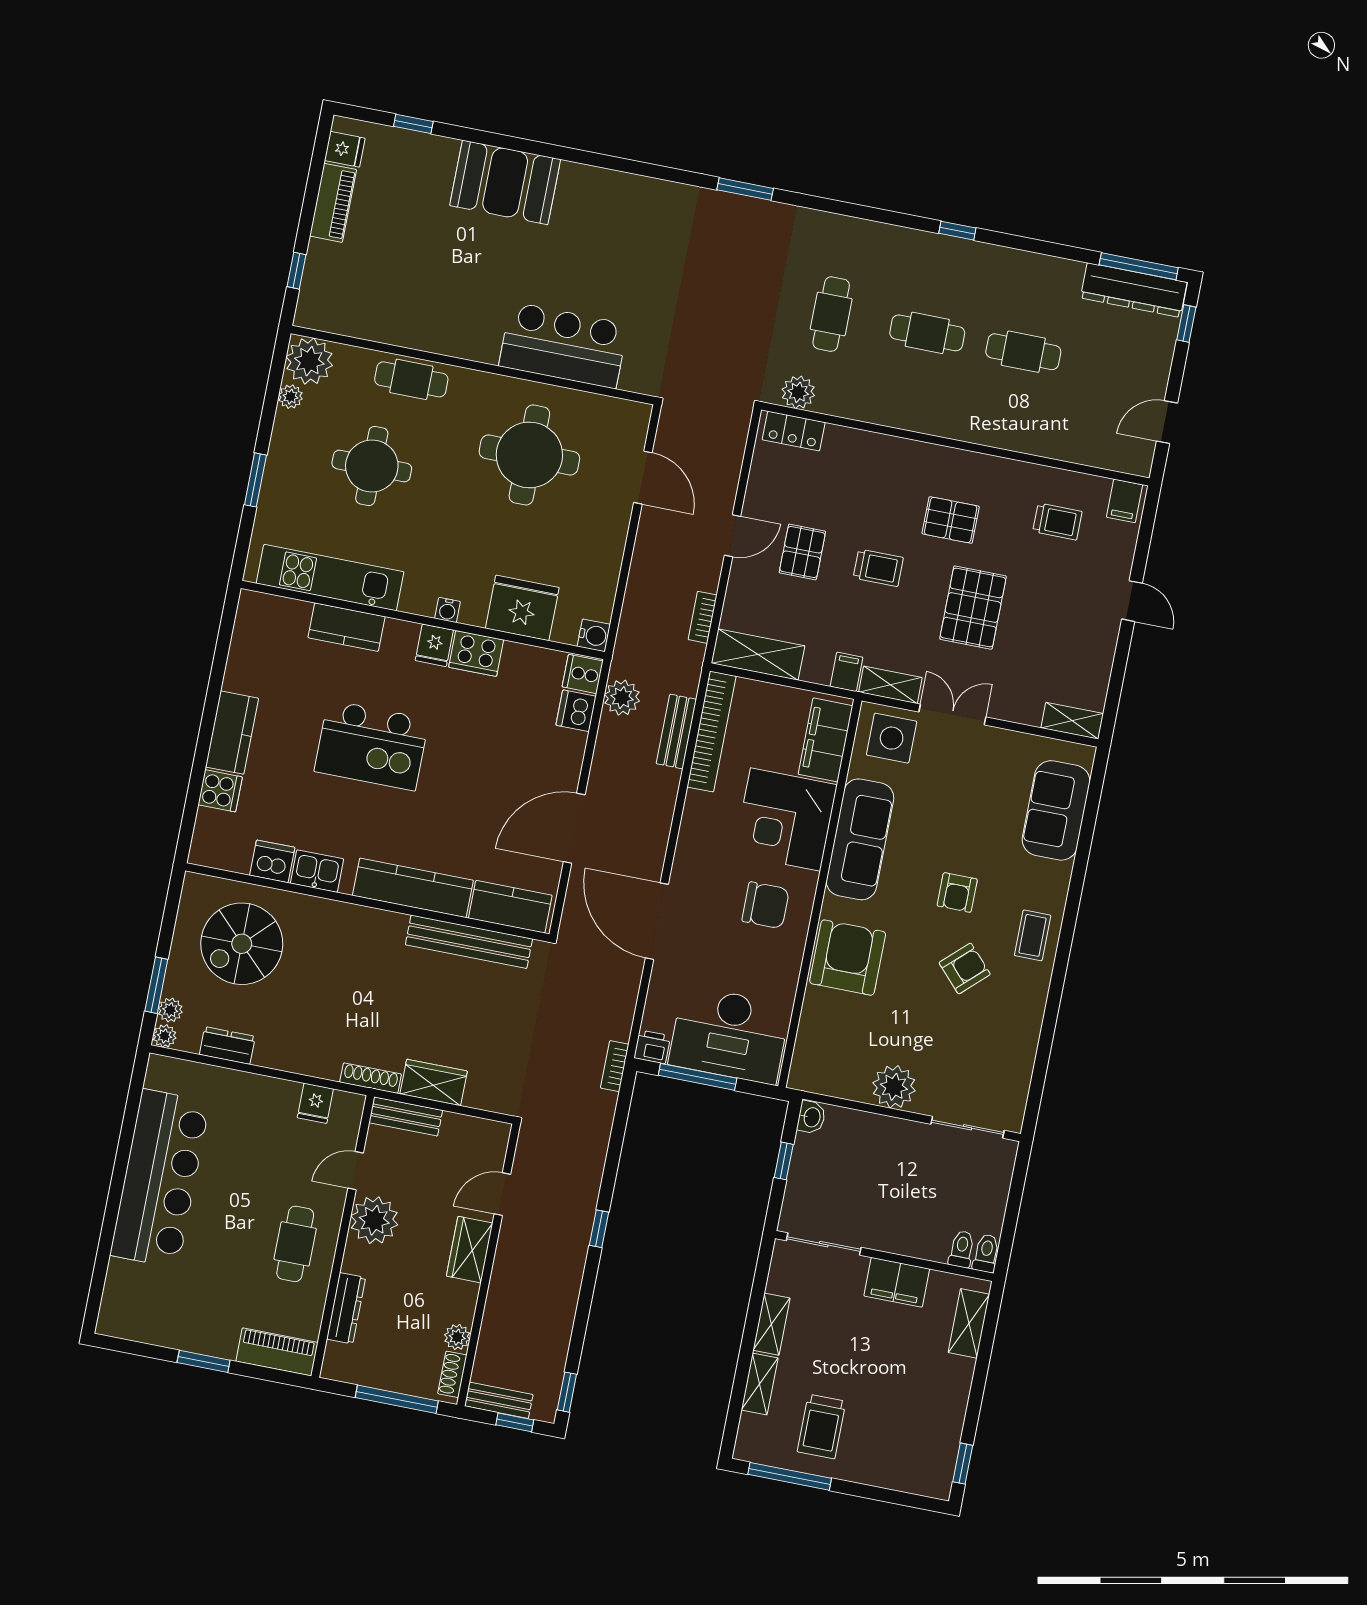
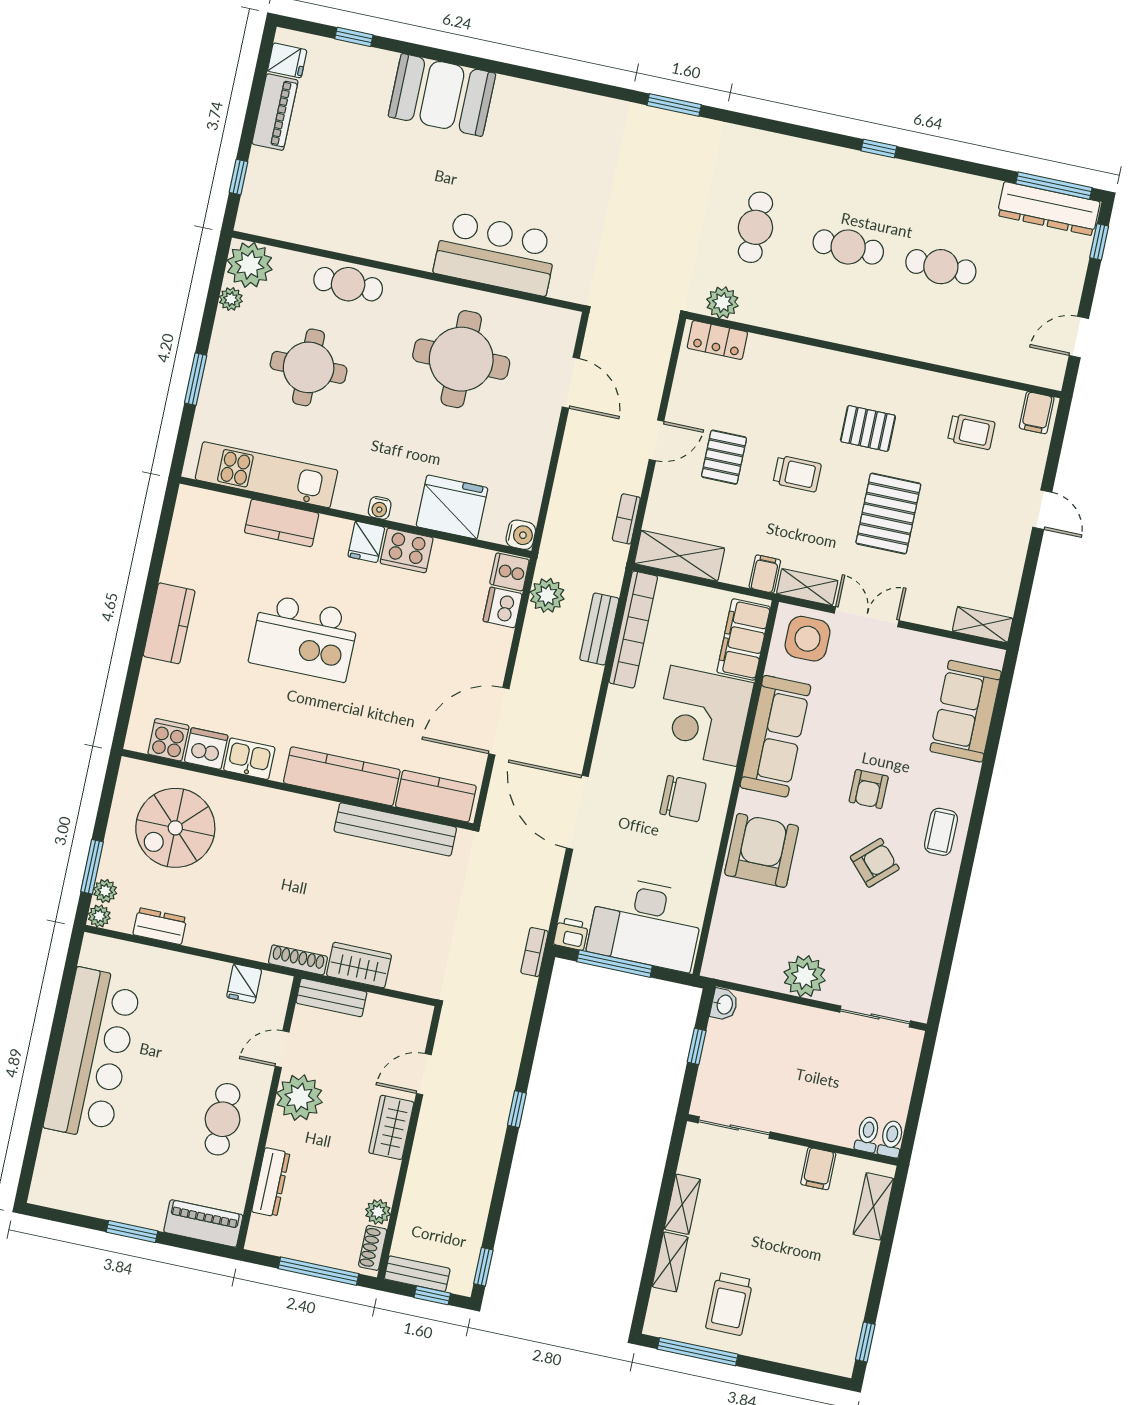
cooker: (220, 791) -> (168, 740), moved, turned -90
filing cabinet: (897, 1282) -> (818, 1169), width x0.50

